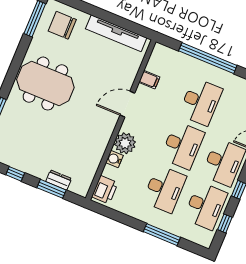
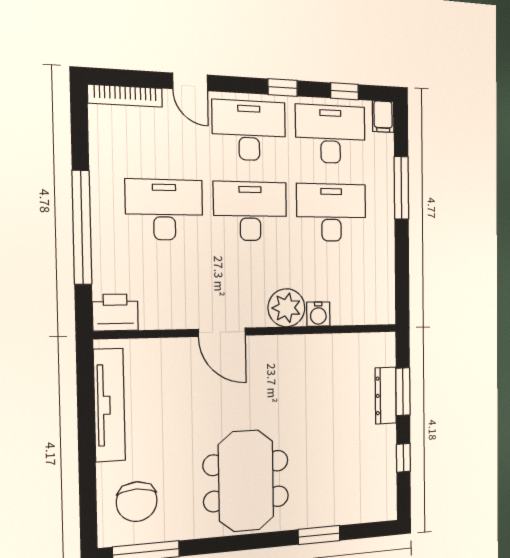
filing cabinet: (149, 80) -> (383, 117), moved, turned 180
dresser: (59, 180) -> (386, 396), width x1.44
printer: (105, 190) -> (115, 312), moved

